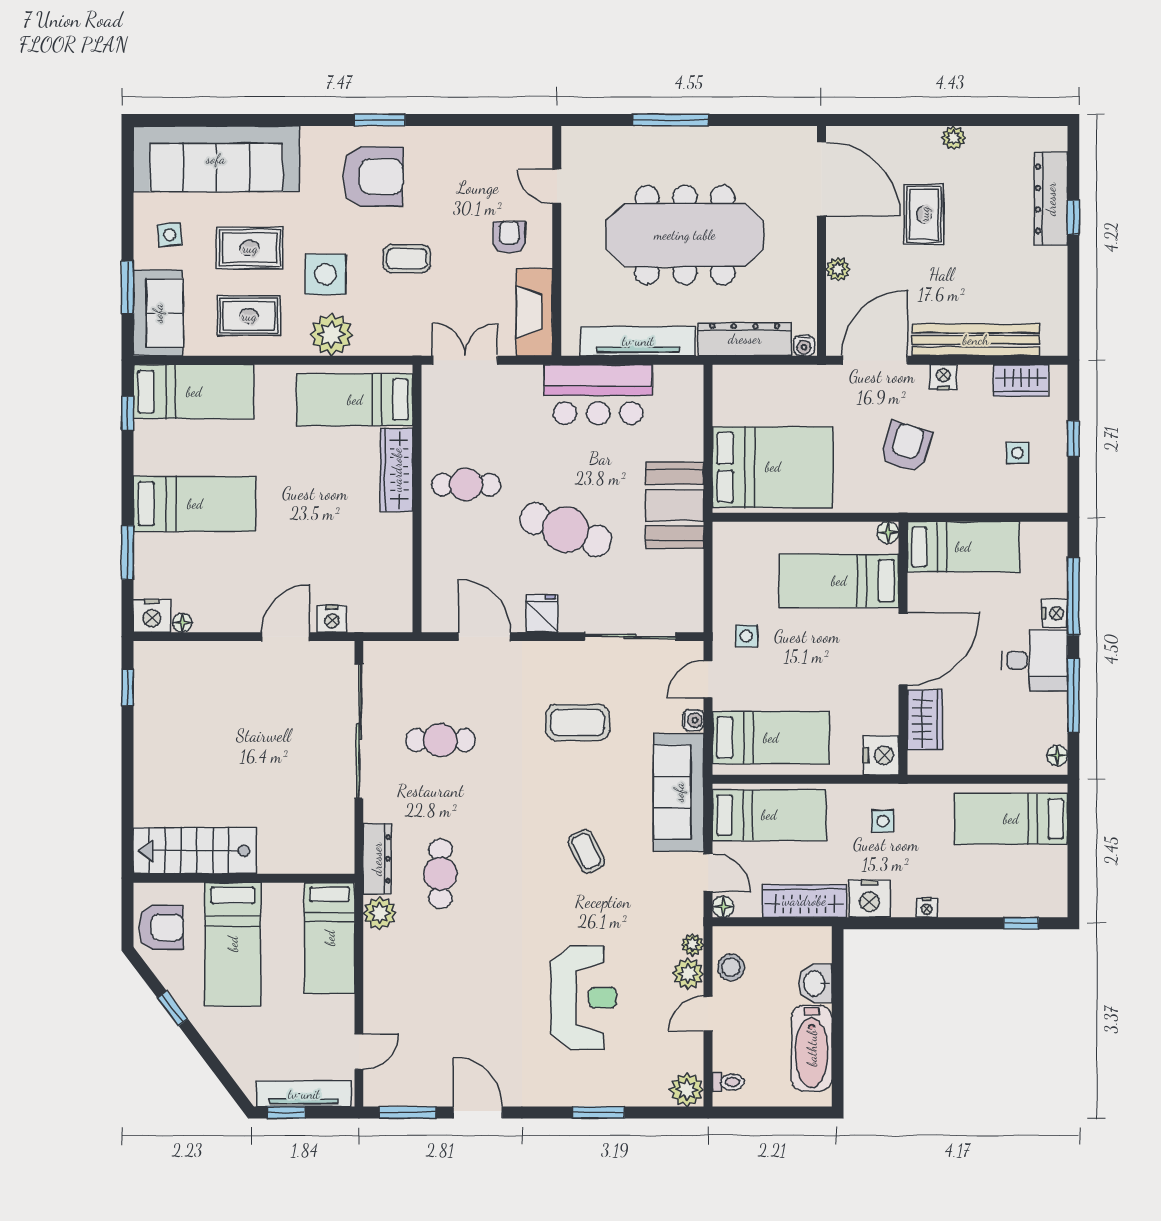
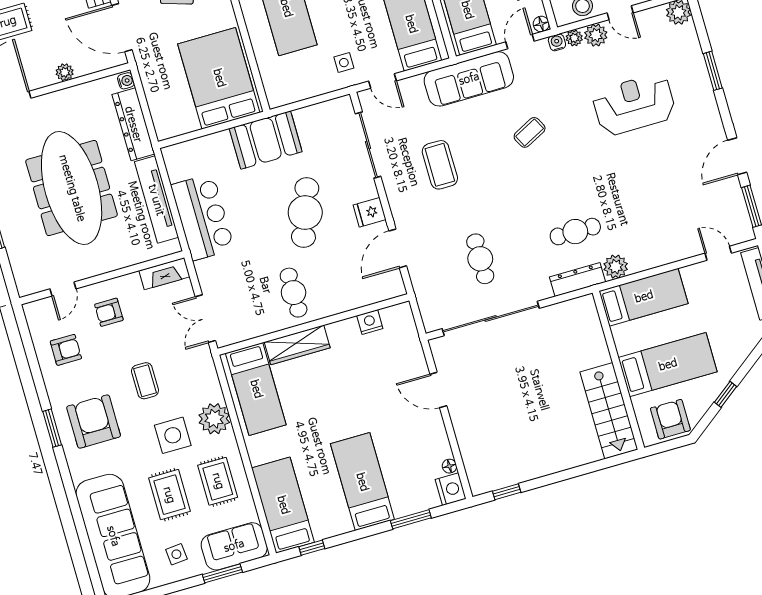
armchair: (476, 167) -> (66, 350), added
fireplace: (534, 312) -> (164, 274), width x0.73, depth x0.76
nightstand: (332, 619) -> (370, 322), moved, turned -90
water cooler: (693, 720) -> (557, 42), moved

